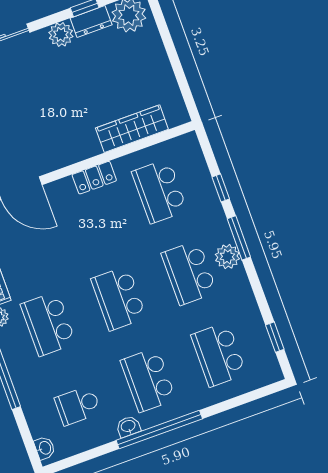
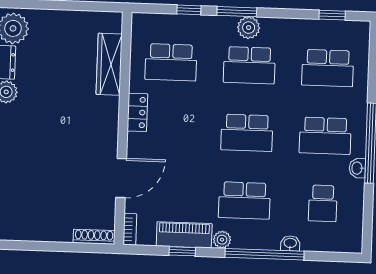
washbasin: (45, 448) -> (290, 243), moved

